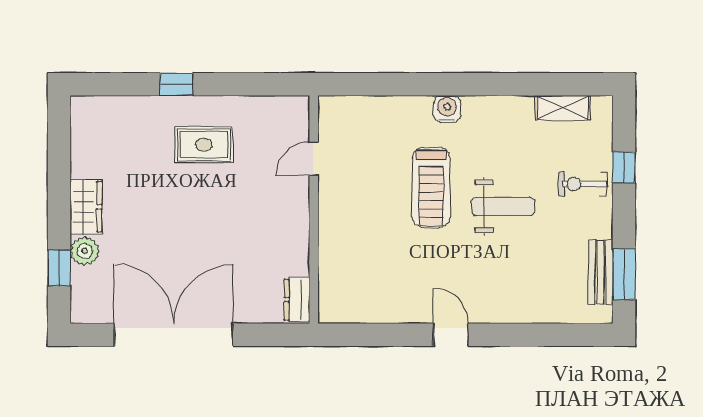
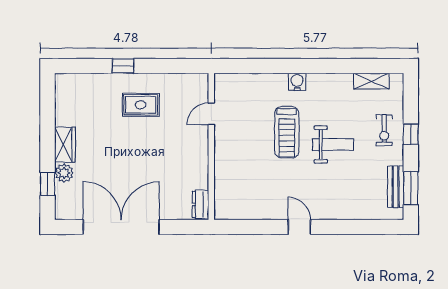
window: (624, 168) -> (411, 134), moved
exercise bike: (583, 184) -> (384, 130), turned -90

